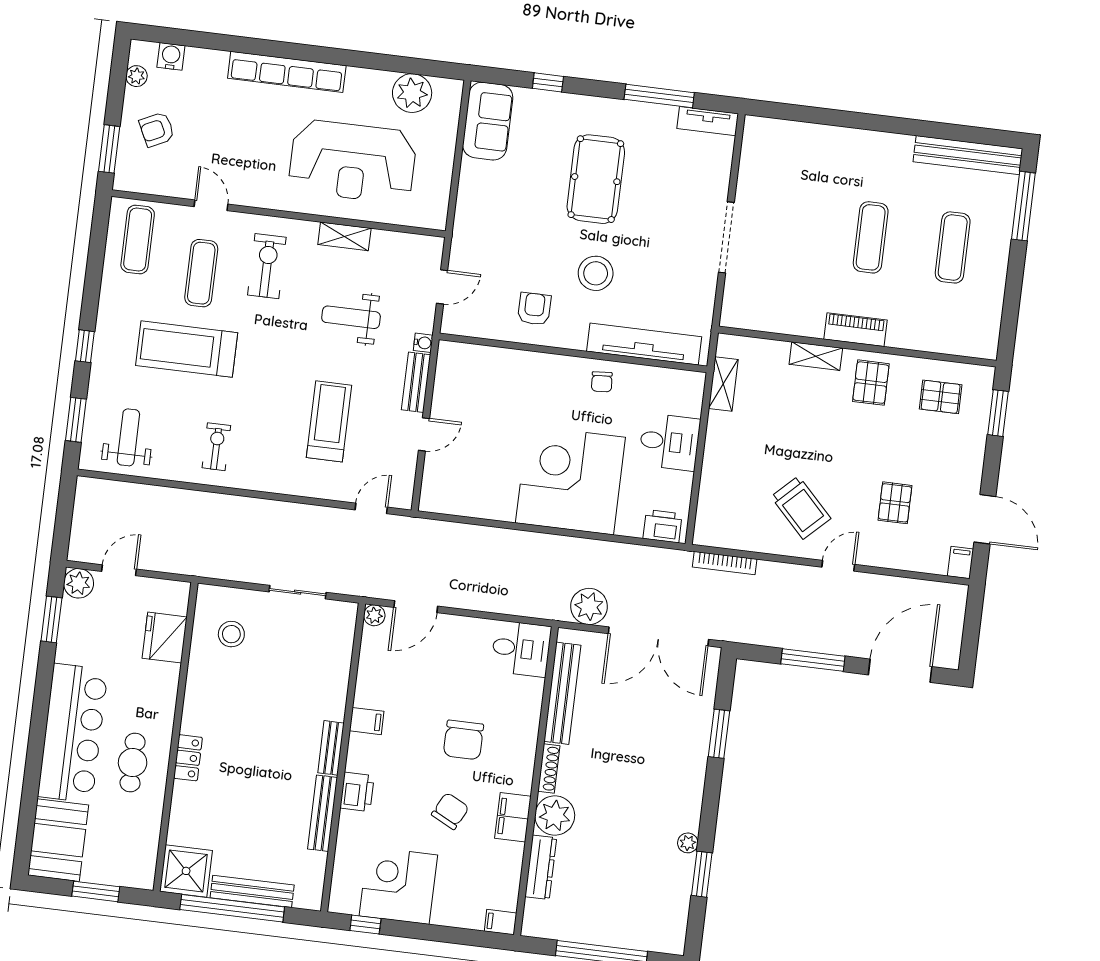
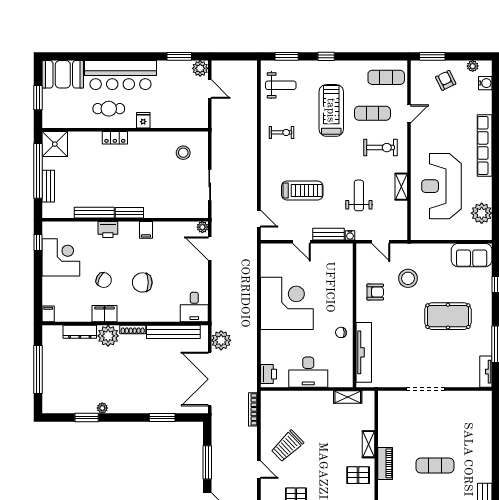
stool: (596, 273) -> (408, 278), moved
desk: (669, 442) -> (308, 372), width x1.37
corner desk: (570, 480) -> (287, 303), moved
fridge: (165, 638) -> (143, 120), moved, width x0.53, depth x0.75
bench: (252, 891) -> (48, 186), width x0.73

